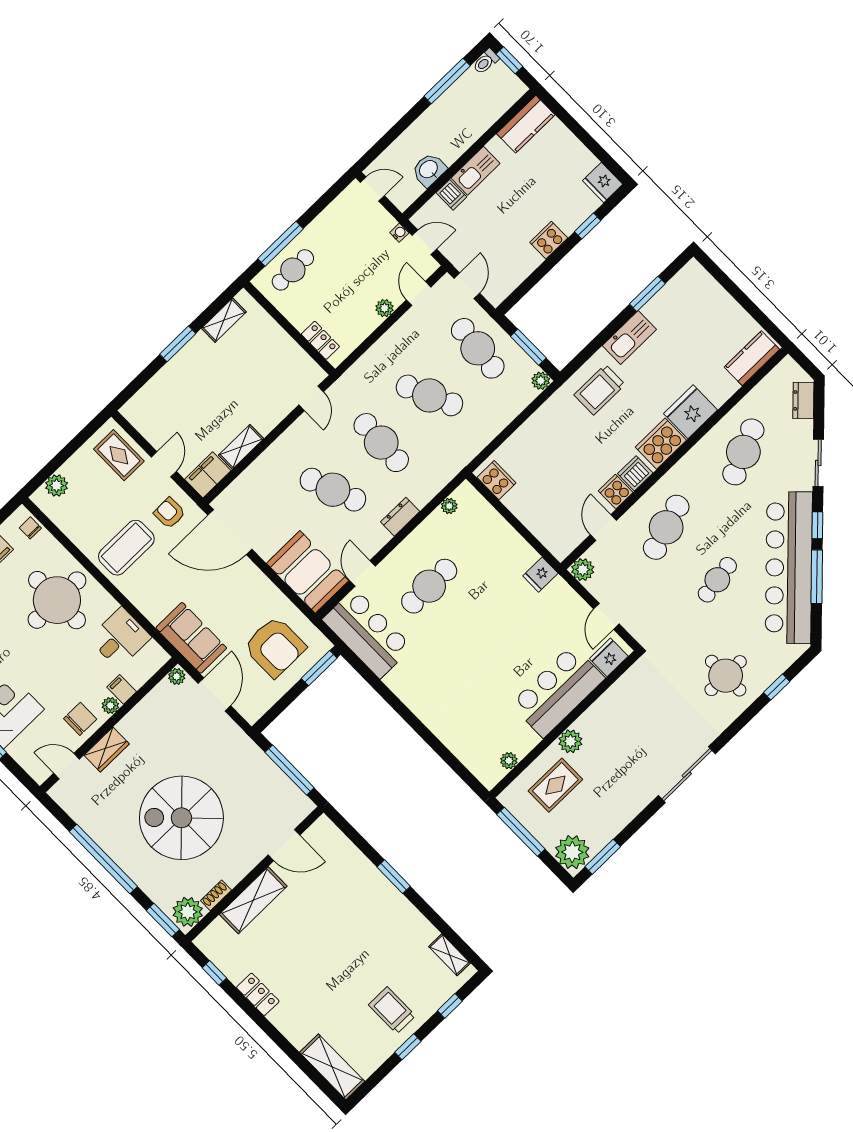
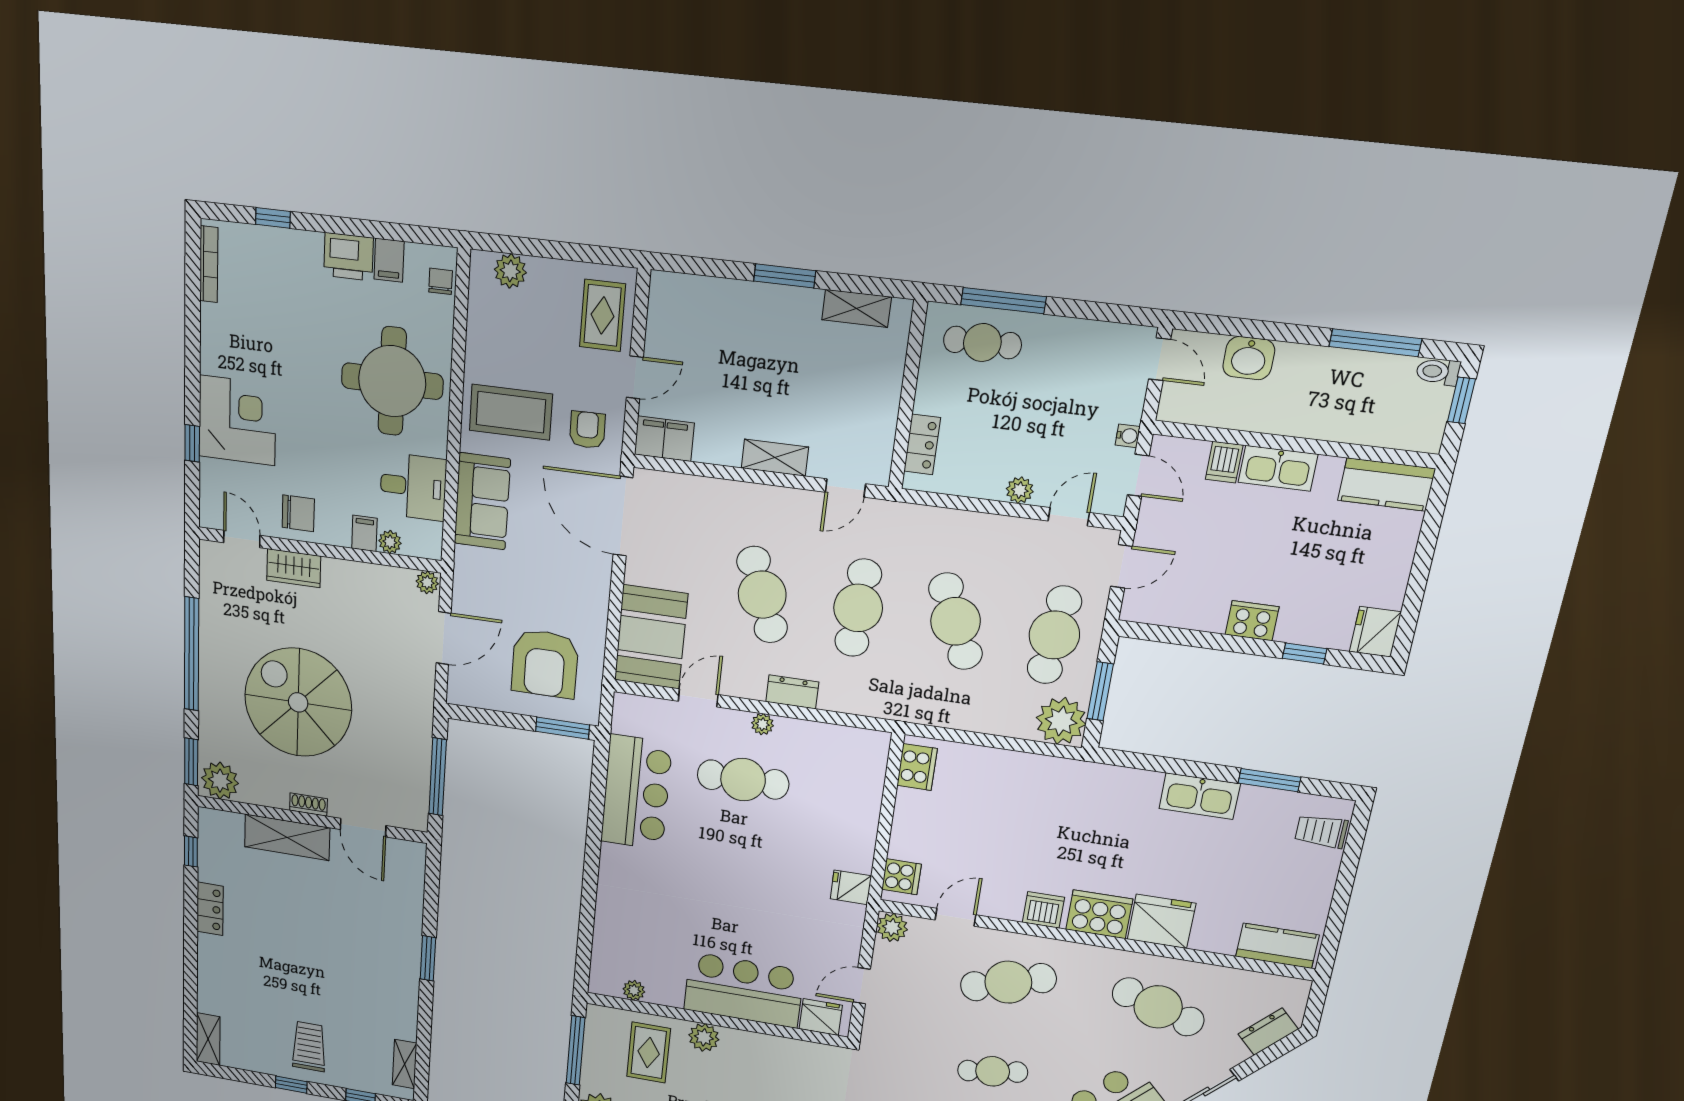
washbasin: (429, 170) -> (1249, 358), moved, turned 180
plant: (541, 381) -> (1061, 721), width x1.88, depth x1.88
trolley: (600, 390) -> (1321, 831), moved, width x0.73, depth x0.72
shelving: (241, 447) -> (775, 458), moved
cafe table: (743, 452) -> (1158, 1007), turned 42
cooker: (616, 492) -> (901, 877), moved, turned 90
plant: (449, 506) -> (762, 724), moved
bar counter: (367, 633) -> (636, 792), moved
sofa: (191, 638) -> (482, 501), moved
plant: (110, 706) -> (390, 542), moved
rug: (555, 785) -> (649, 1053), turned 90
shoe rack: (216, 895) -> (308, 805), moved
shelving: (332, 1067) -> (208, 1039), width x0.67, depth x0.75

